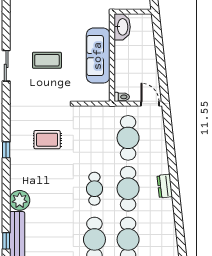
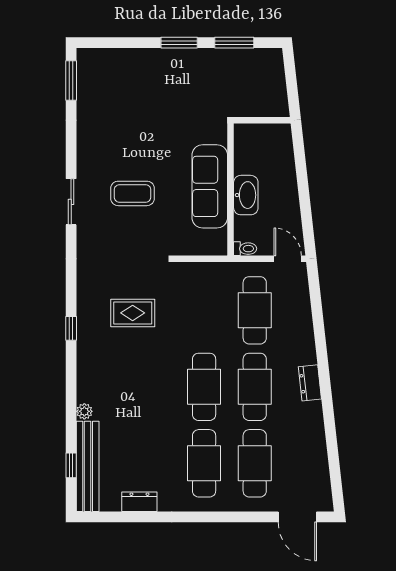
washbasin: (122, 27) -> (246, 195), moved
cafe table: (94, 189) -> (204, 387), width x1.37, depth x1.35
plant: (20, 200) -> (84, 411), width x0.53, depth x0.53

